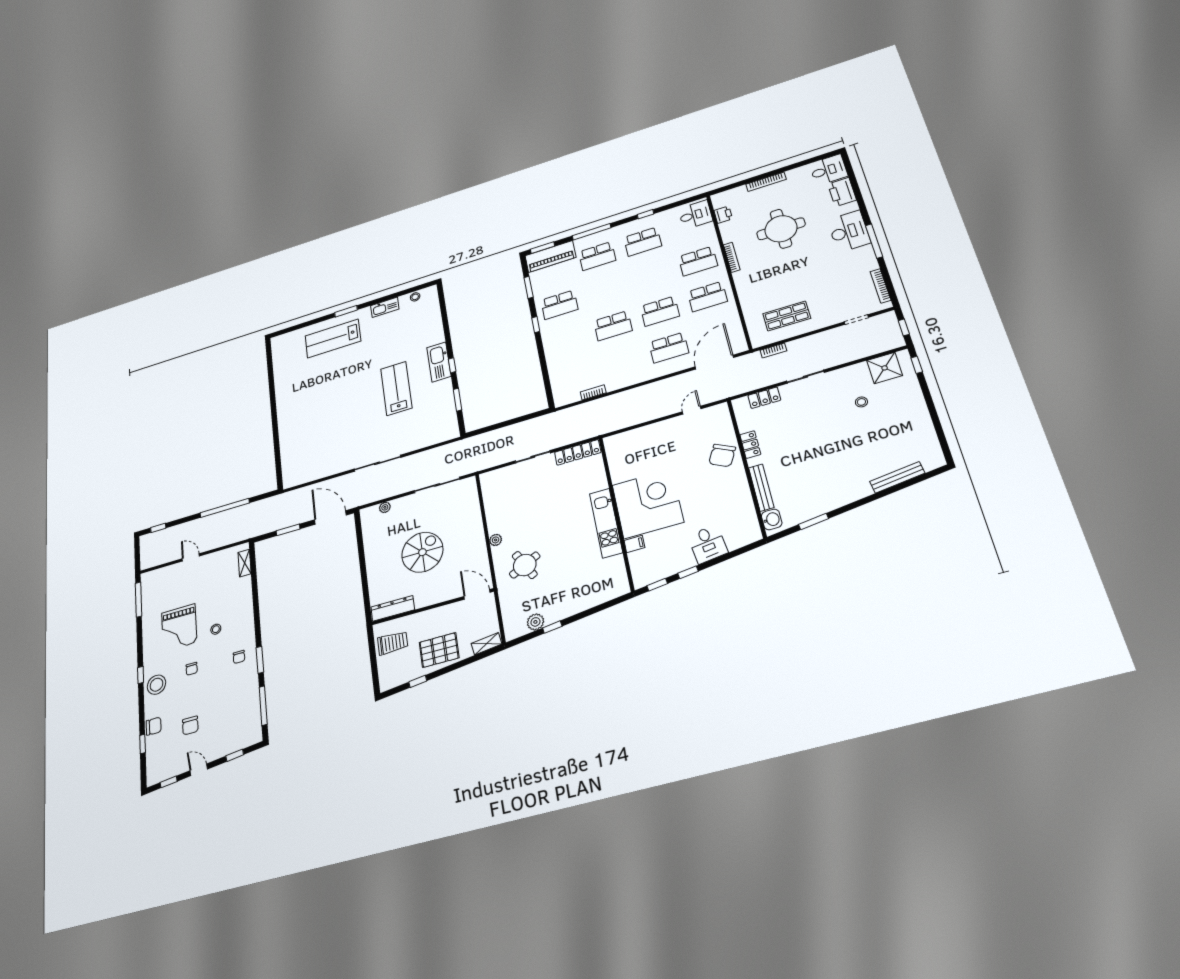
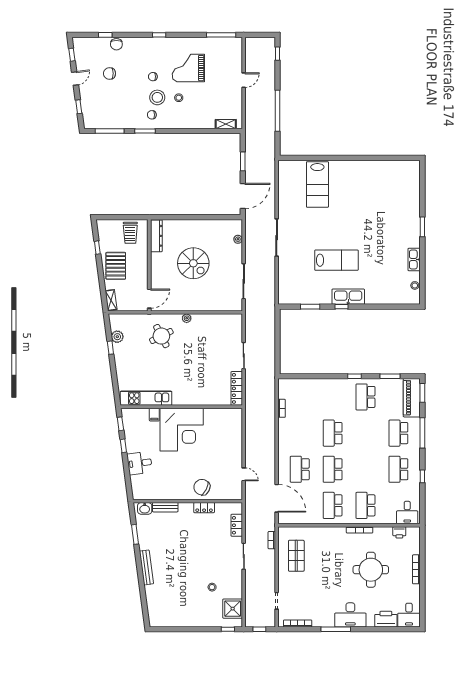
lab bench: (333, 338) -> (317, 184), moved, turned 180
bench: (897, 477) -> (146, 567), moved
bench: (761, 488) -> (165, 507), width x0.73
kitchen unit: (606, 523) -> (146, 398), moved
stool: (156, 685) -> (157, 97), moved

